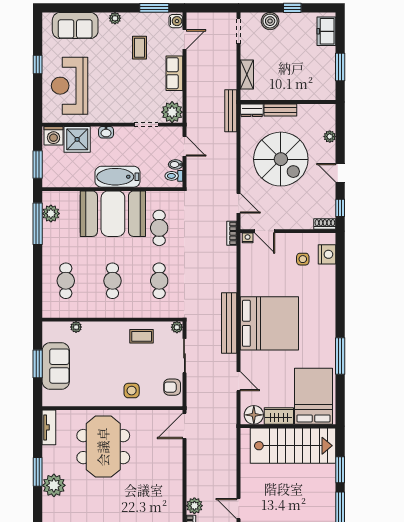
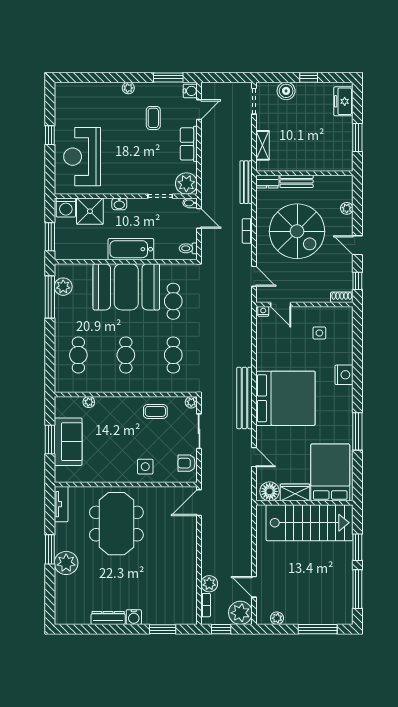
sofa: (75, 25) -> (88, 95), removed
bidet: (176, 164) -> (190, 203), moved
bookcase: (232, 233) -> (247, 231), moved
nightstand: (327, 254) -> (344, 375), moved

